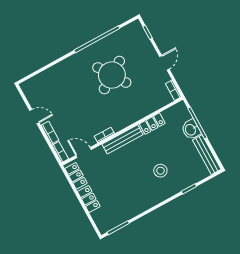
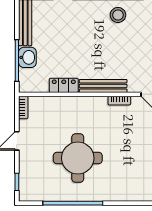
round table: (112, 75) -> (78, 158), turned 33
stool: (160, 171) -> (118, 15), moved

